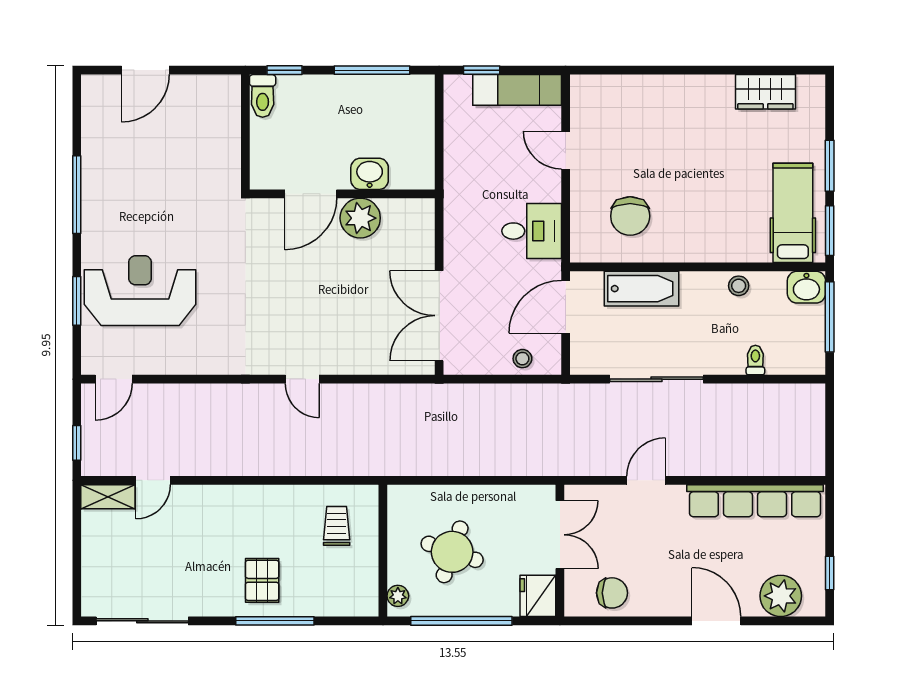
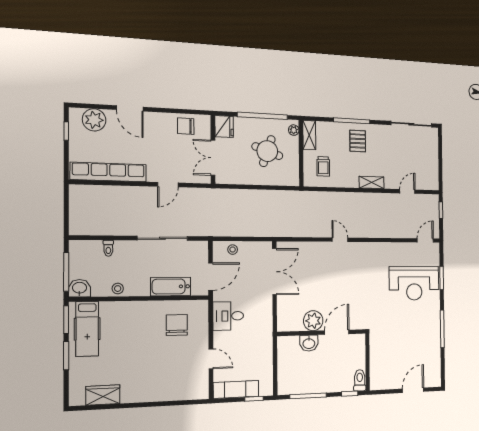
shelving: (108, 497) -> (372, 182), moved
shelving: (366, 587) -> (309, 135), added

